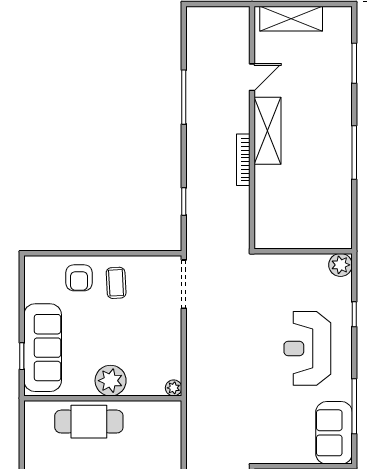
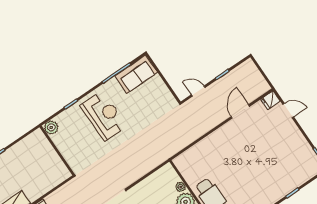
reception desk: (307, 348) -> (104, 116), turned -90
plant: (174, 388) -> (181, 187), moved

